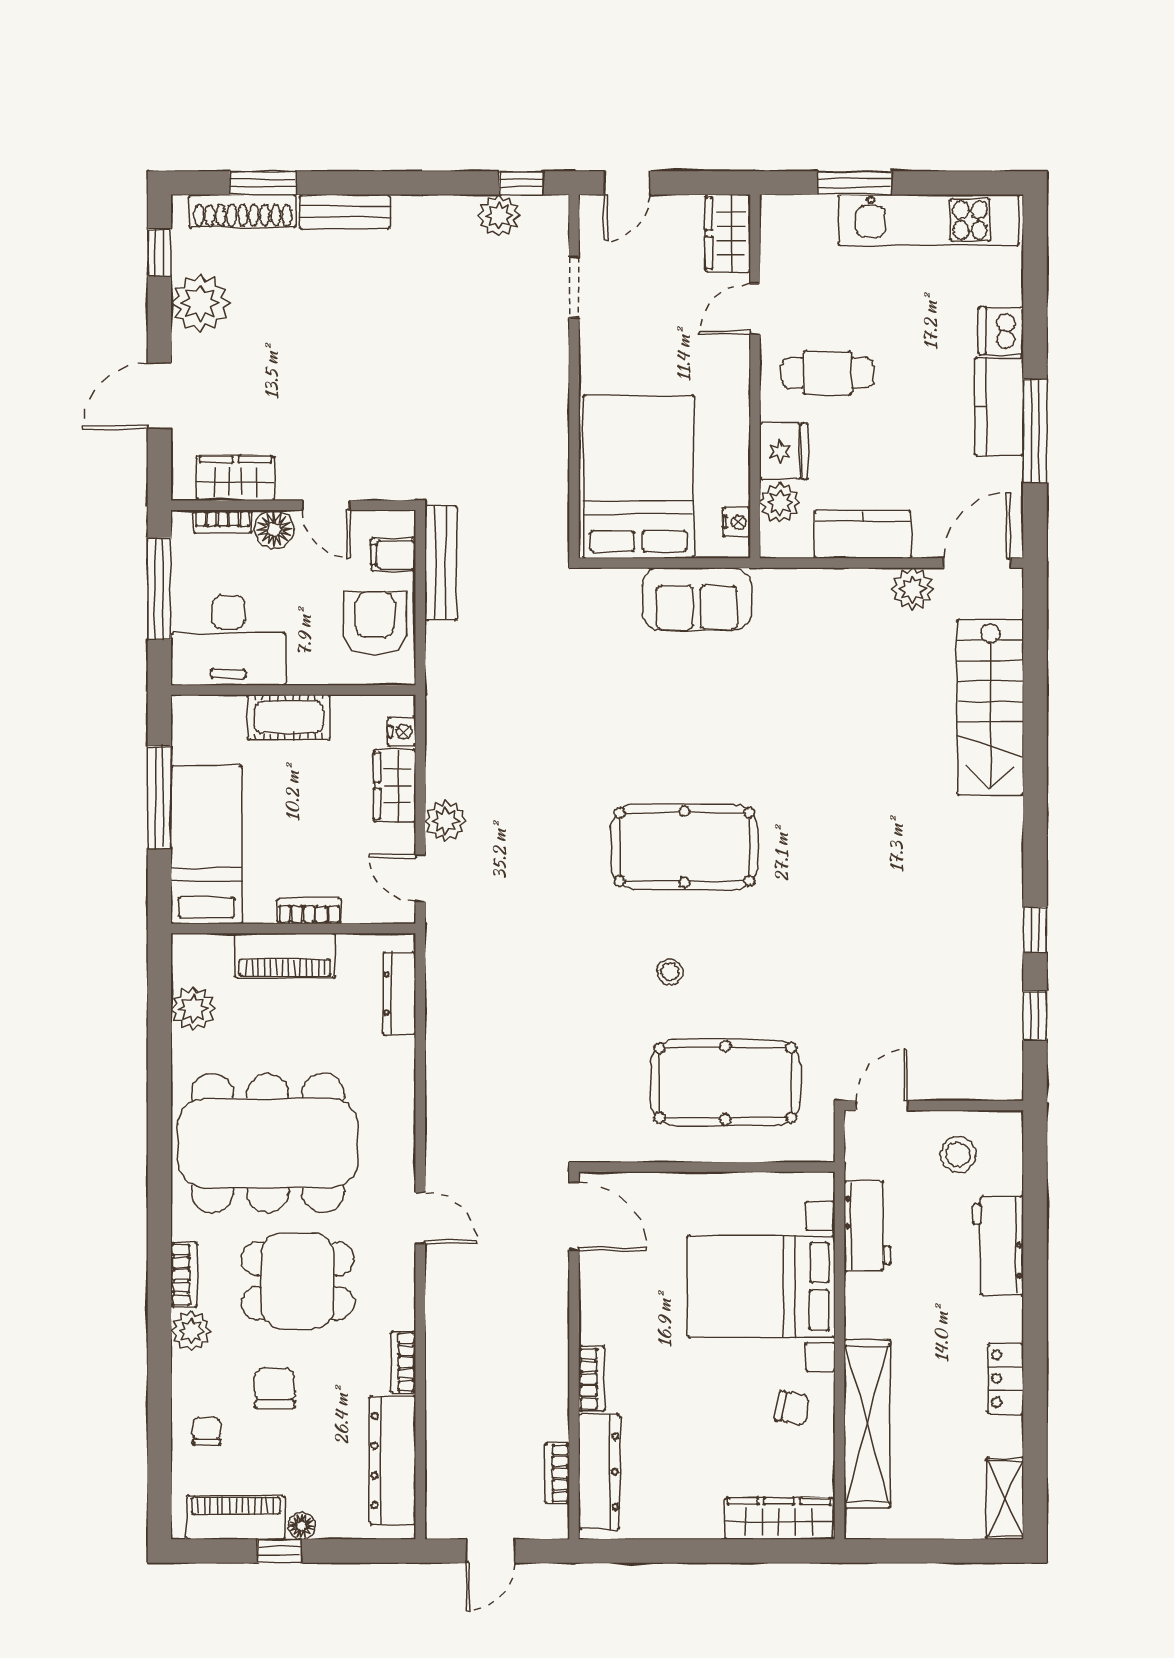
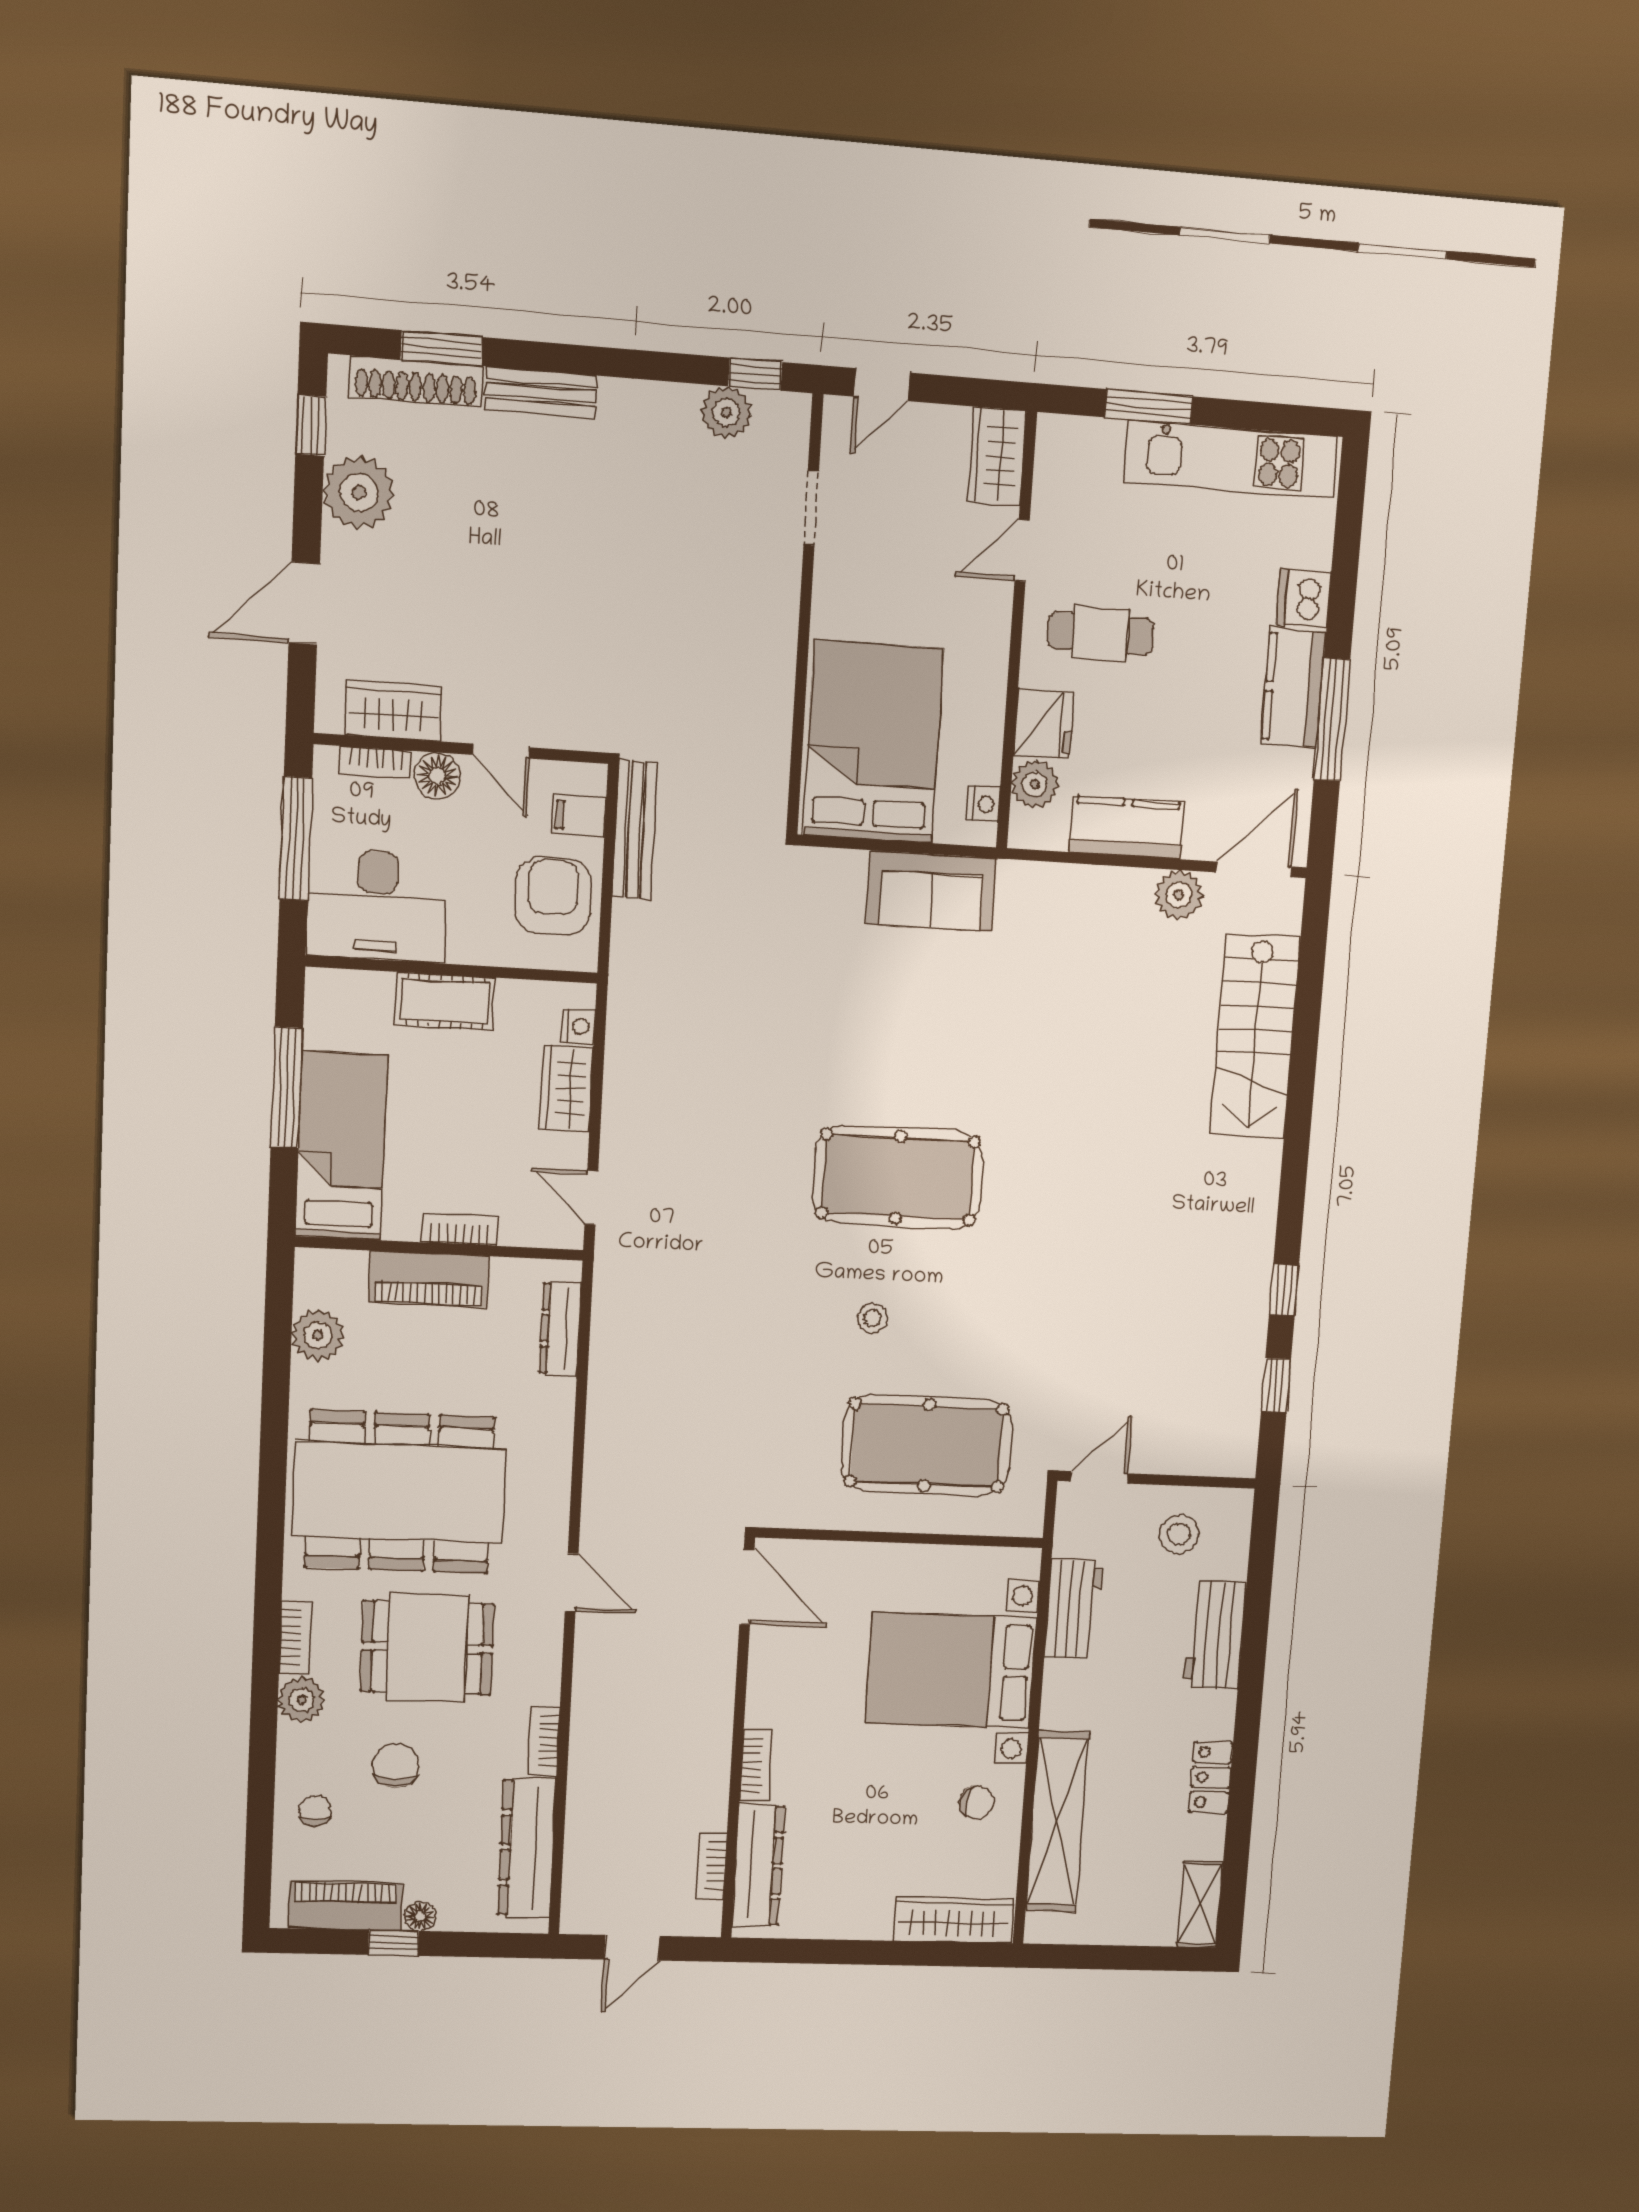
plant: (445, 821) -> (624, 1133), removed

